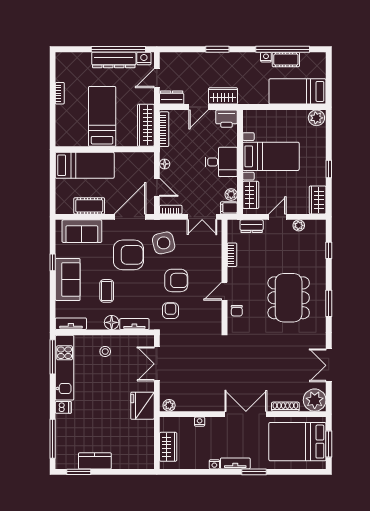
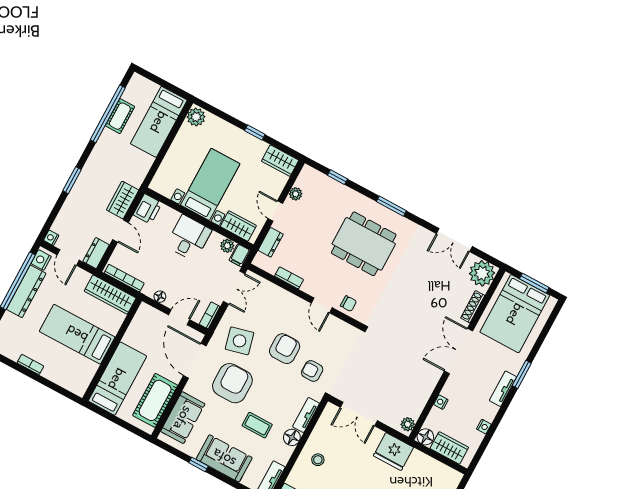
nightstand: (266, 57) -> (51, 238), moved
cot: (89, 206) -> (155, 400), width x1.37, depth x1.34
floor lamp: (167, 424) -> (425, 437), added
nightstand: (214, 464) -> (484, 427), moved

